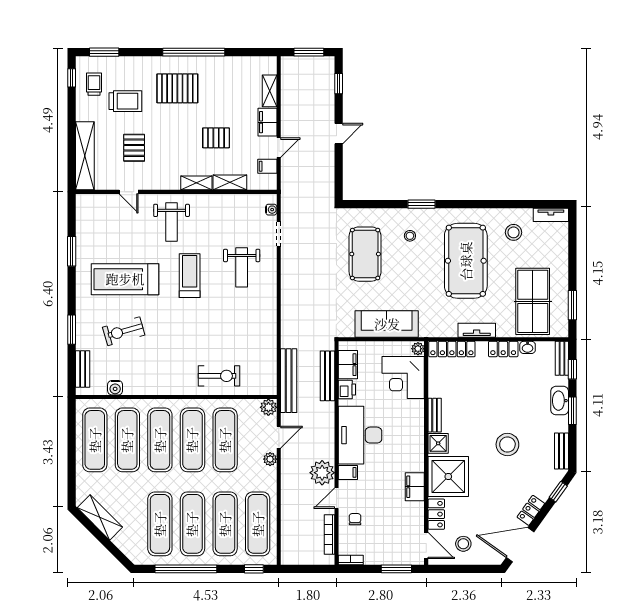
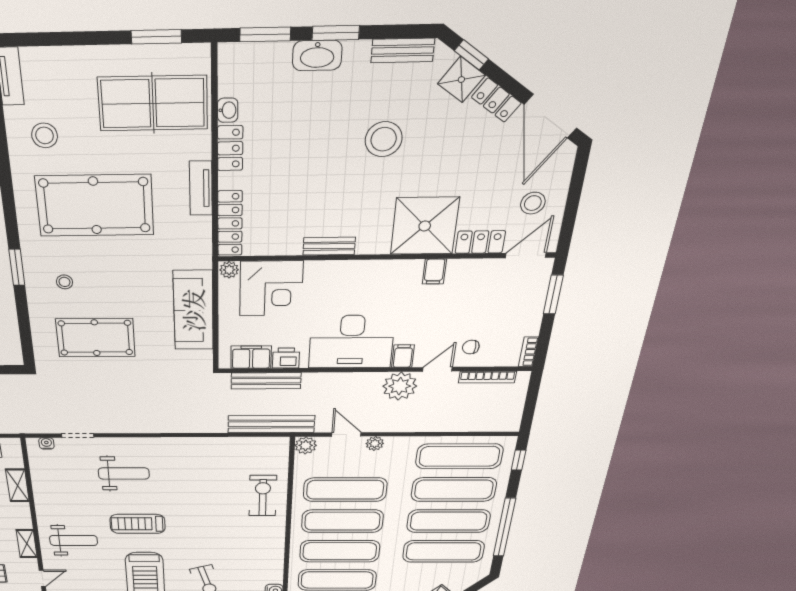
shelving: (196, 183) -> (27, 544), moved
bench: (562, 358) -> (246, 53), removed
window: (572, 369) -> (265, 34), width x1.50
shower: (438, 443) -> (461, 80), moved, turned 36
filing cabinet: (415, 487) -> (434, 272), width x0.50
door: (336, 498) -> (437, 369), swing flipped

